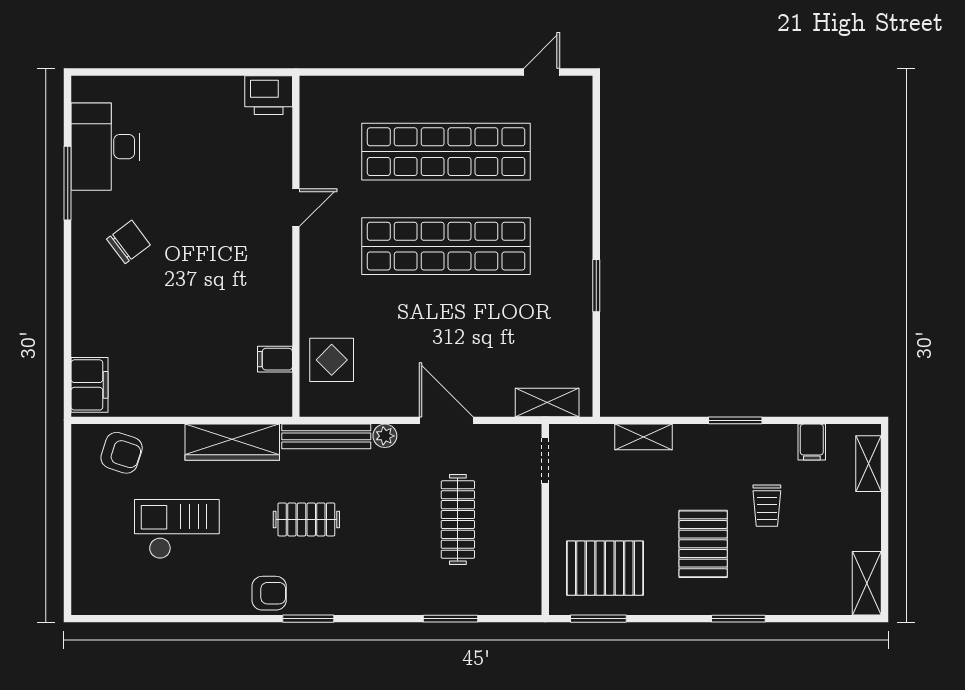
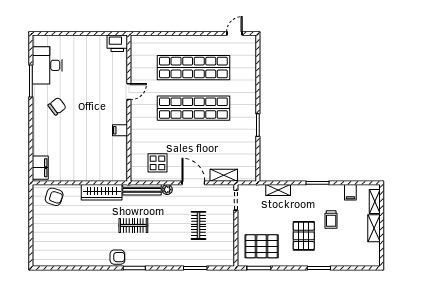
filing cabinet: (275, 359) -> (120, 130), moved
display table: (332, 360) -> (157, 163), moved
shelving: (547, 402) -> (224, 175), moved
clothes rail: (458, 519) -> (198, 225), width x0.73
checkout: (177, 529) -> (78, 230), removed
shelving: (867, 583) -> (374, 228), moved

